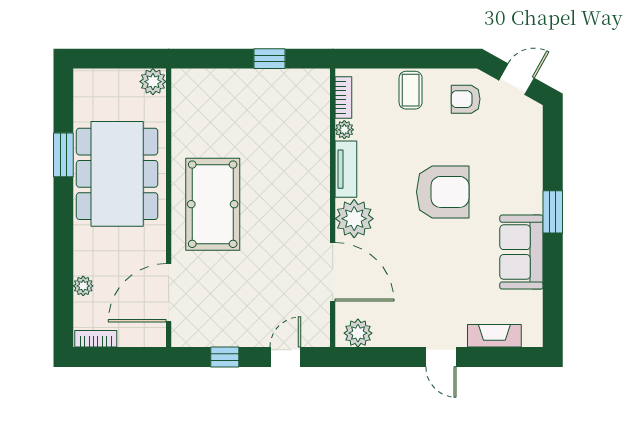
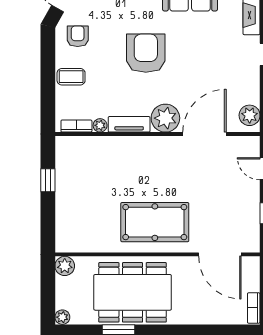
armchair: (466, 99) -> (78, 36), turned 180
plant: (83, 286) -> (62, 317), moved

